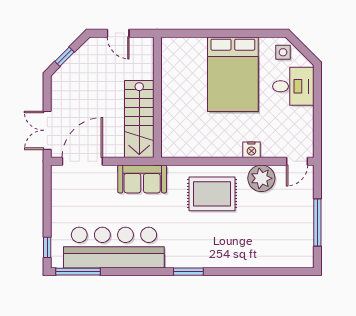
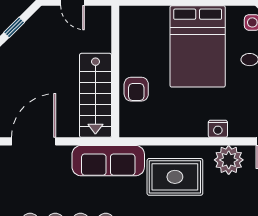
armchair: (177, 113) -> (136, 89), added
sofa: (142, 179) -> (108, 161), width x1.36

